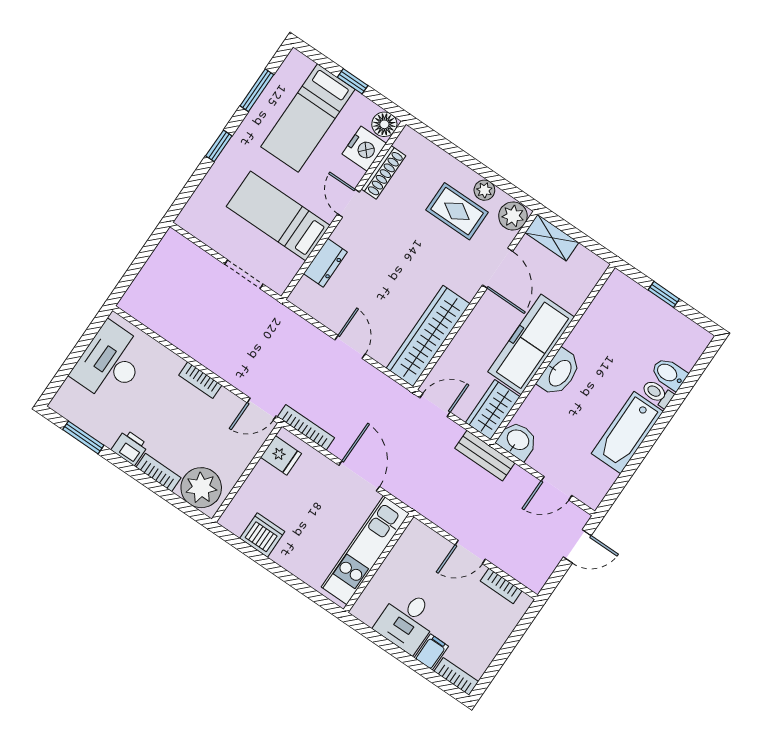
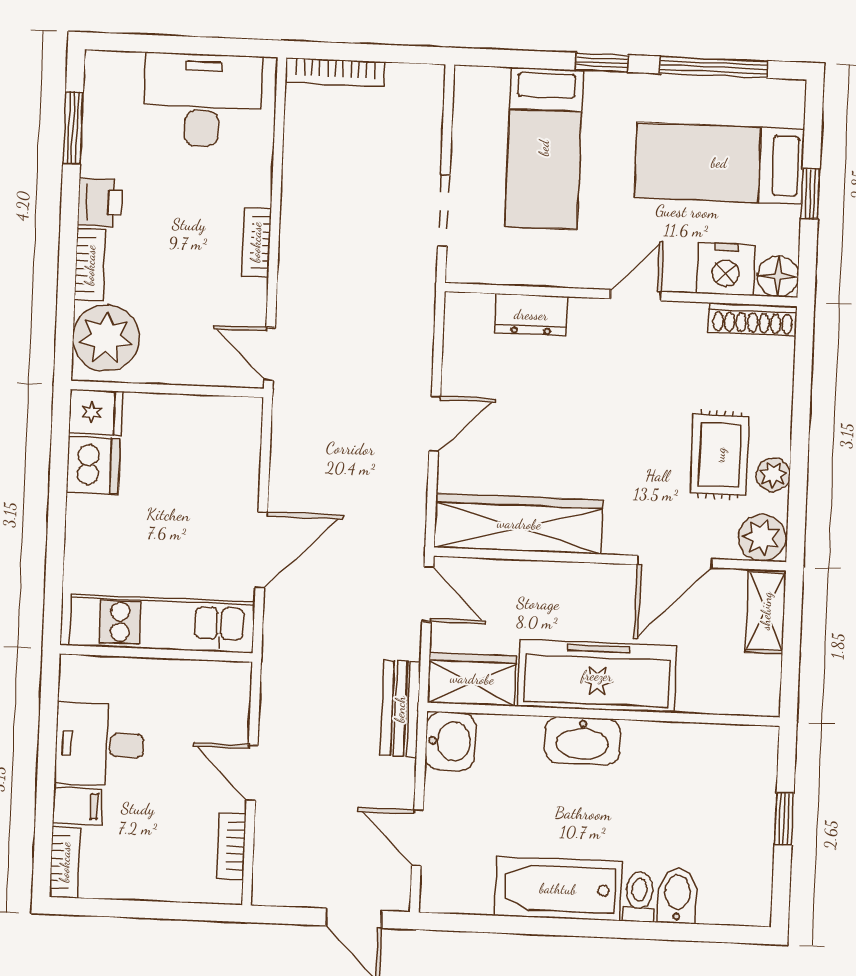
window: (257, 90) -> (714, 67), width x1.44
shoe rack: (384, 172) -> (753, 319), moved
bed: (278, 216) -> (544, 148), moved, turned 180
bookcase: (306, 427) -> (335, 72), moved, turned 90
fridge: (281, 455) -> (96, 412), moved, turned -90

